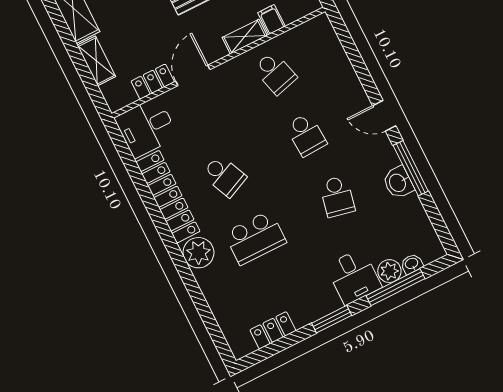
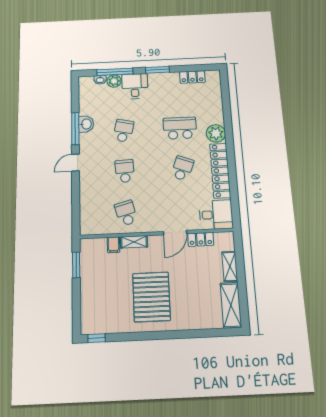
door: (384, 116) -> (75, 163), swing flipped
school desk: (224, 176) -> (182, 168), turned 45

